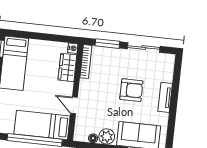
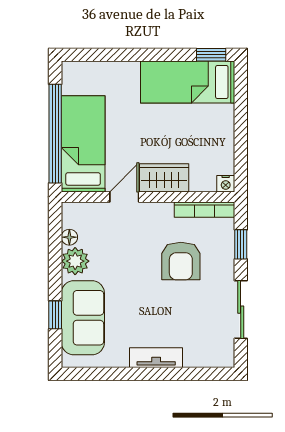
window: (107, 44) -> (241, 244), width x0.67
wardrobe: (67, 67) -> (164, 178), moved
armchair: (131, 90) -> (181, 261), moved

